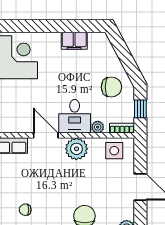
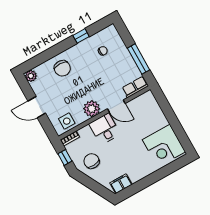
filing cabinet: (74, 41) -> (121, 184), moved
chair: (111, 87) -> (92, 161), turned 87
plant: (98, 127) -> (86, 130), removed

